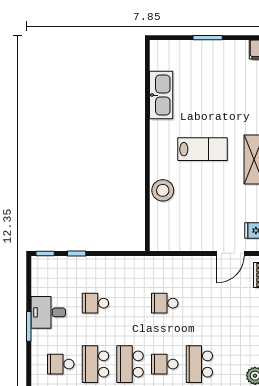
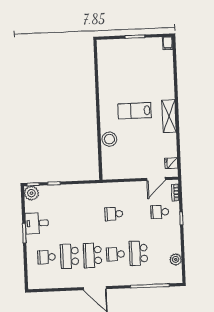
kitchen sink: (161, 95) -> (106, 76), removed
lab bench: (203, 149) -> (135, 111), turned 180
plant: (42, 267) -> (31, 193), added
school desk: (95, 303) -> (160, 212), moved

